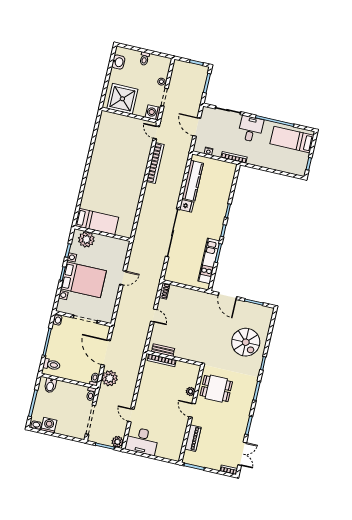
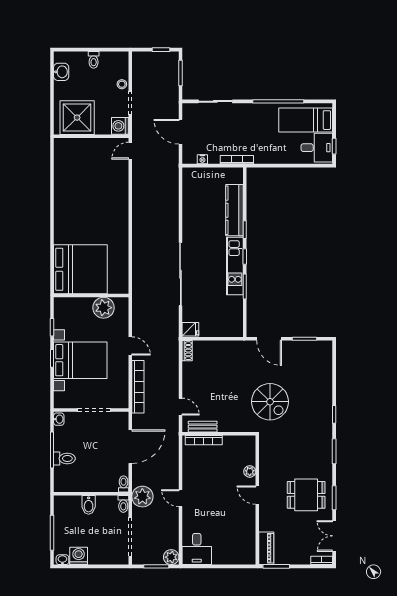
desk: (251, 129) -> (317, 148), moved, turned 90
door: (156, 132) -> (130, 151), hinge flipped
bookcase: (155, 163) -> (138, 387), moved
kitchen counter: (193, 181) -> (234, 210), moved, turned 180
fridge: (187, 206) -> (190, 329), moved
bed: (97, 221) -> (80, 269), width x2.04
plant: (86, 239) -> (104, 308), moved
kitchen unit: (209, 261) -> (235, 266), moved
door: (123, 278) -> (130, 346), hinge flipped
door: (154, 315) -> (180, 407), moved
spiral stairs: (246, 342) -> (270, 402), moved
door: (106, 353) -> (130, 447), swing flipped
toilet: (52, 365) -> (64, 458), moved
plant: (110, 378) -> (142, 497), moved
bidet: (50, 385) -> (89, 505), moved
dining table: (216, 389) -> (306, 495), moved
door: (131, 415) -> (180, 498), moved
piano: (193, 438) -> (266, 548), moved
desk: (142, 441) -> (197, 549), width x0.73
double door: (242, 454) -> (334, 536), swing flipped

